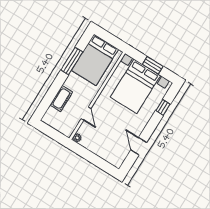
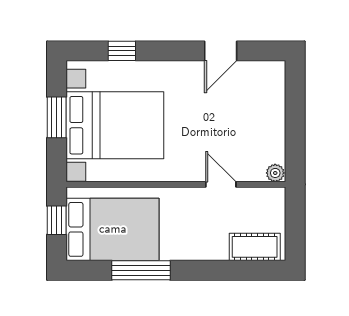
window: (112, 40) -> (57, 220), added
cot: (61, 99) -> (255, 247), moved
door: (86, 114) -> (221, 184), hinge flipped

